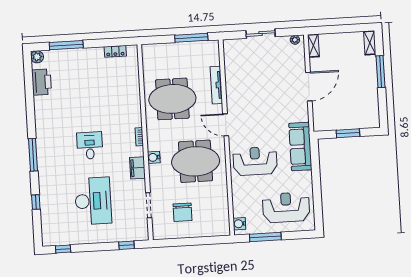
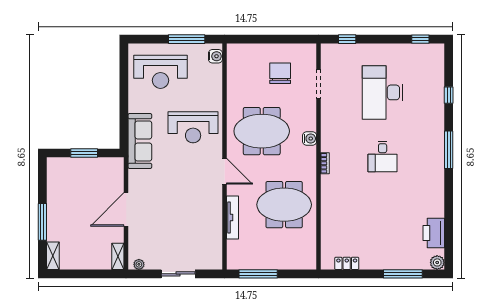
filing cabinet: (137, 168) -> (329, 128), removed

